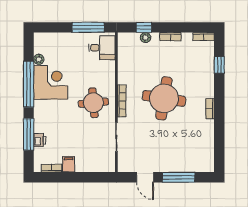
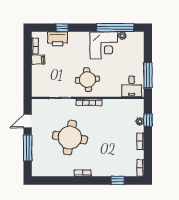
window: (29, 84) -> (115, 28), moved
round table: (164, 98) -> (70, 138), moved
window: (29, 134) -> (62, 28), width x0.46
printer: (40, 140) -> (58, 39), width x1.87, depth x1.48

